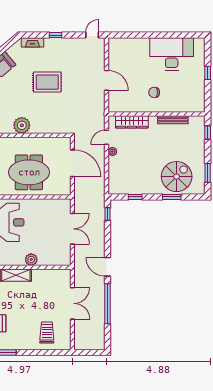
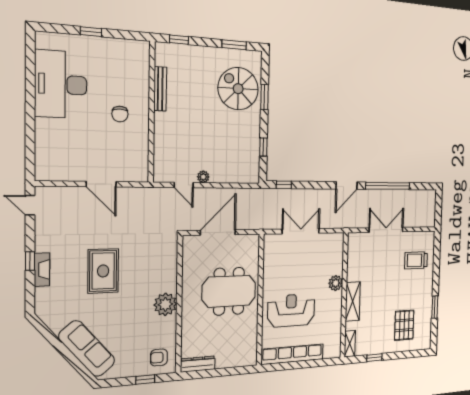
fireplace: (32, 42) -> (42, 270), moved
door: (106, 80) -> (101, 184), swing flipped
wardrobe: (132, 122) -> (162, 148), removed
meeting table: (29, 172) -> (229, 291), turned 90

